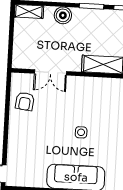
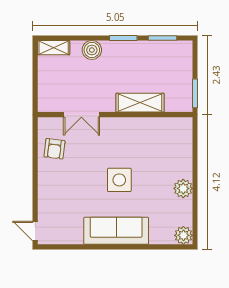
side table: (81, 132) -> (119, 180), width x1.87, depth x1.87

